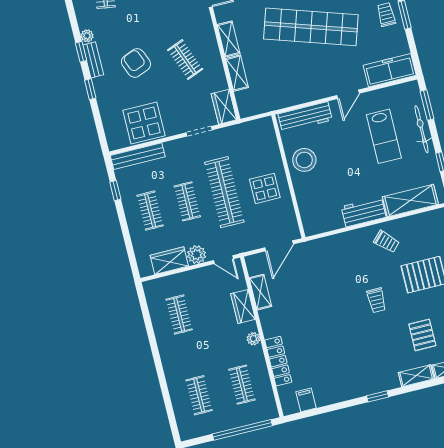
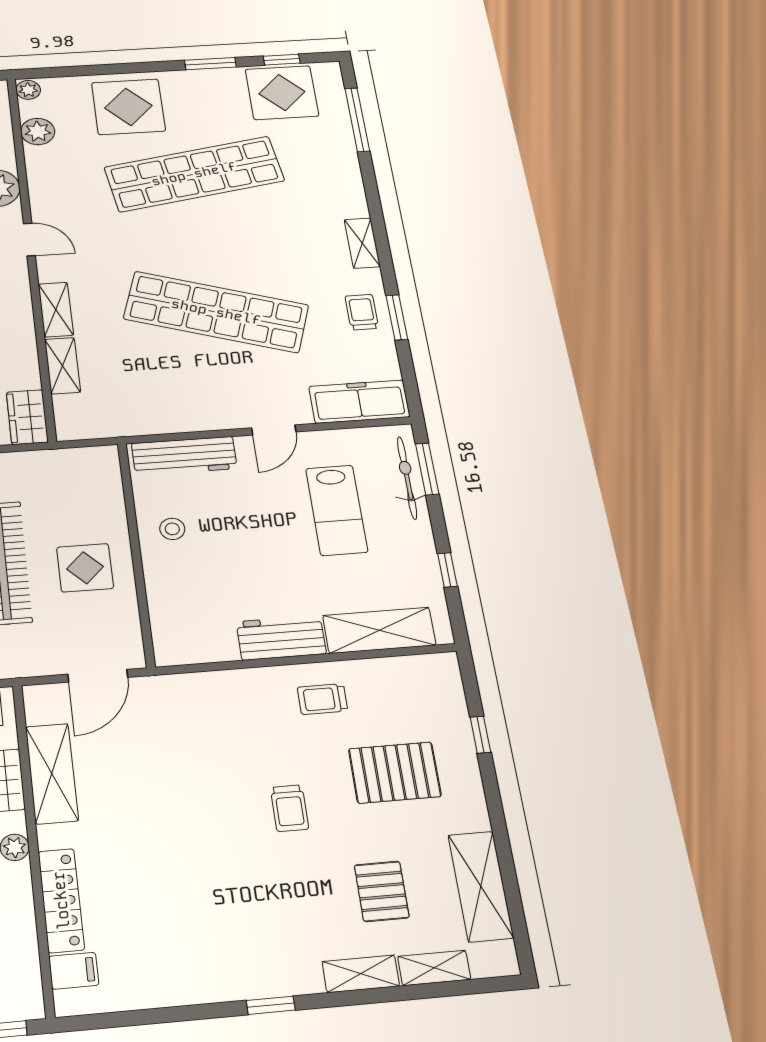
bicycle: (422, 129) -> (407, 478), moved
stool: (304, 160) -> (172, 529), width x0.53, depth x0.53
trolley: (386, 242) -> (322, 699), turned 136
shelving: (260, 292) -> (52, 774), width x1.50, depth x1.33
filing cabinet: (306, 400) -> (74, 971), moved, turned 90

